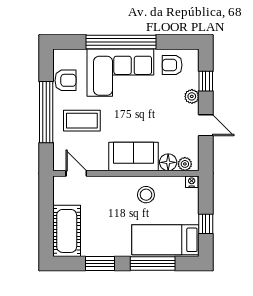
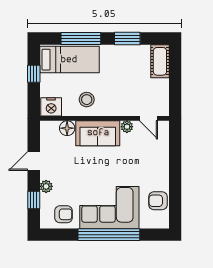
window: (46, 112) -> (175, 173), removed
coffee table: (82, 121) -> (143, 165), removed
door: (206, 125) -> (34, 161), hinge flipped
plant: (185, 164) -> (127, 127), moved
nightstand: (192, 182) -> (51, 107), width x1.89, depth x1.79
cot: (67, 231) -> (160, 61), width x0.73, depth x0.75

